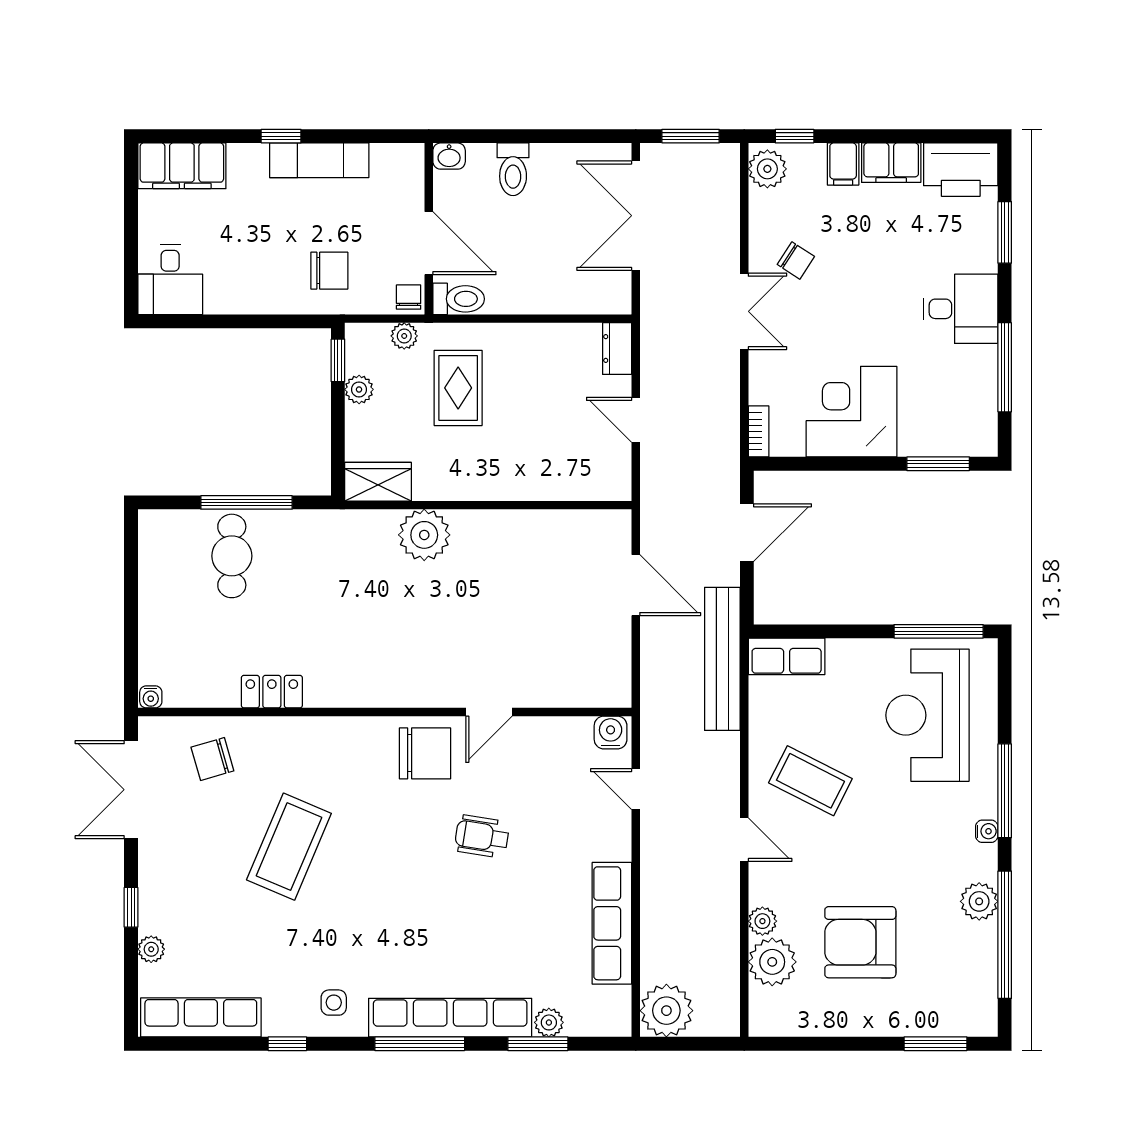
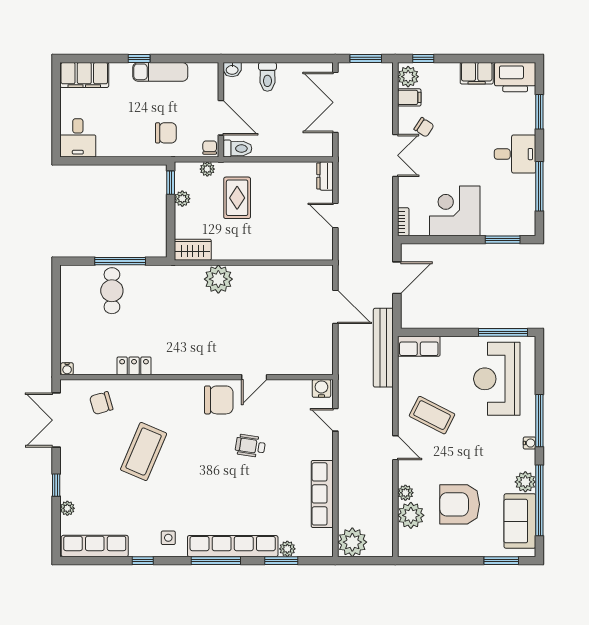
filing cabinet: (843, 164) -> (409, 97), moved, turned -90
sofa: (969, 972) -> (520, 521), added

